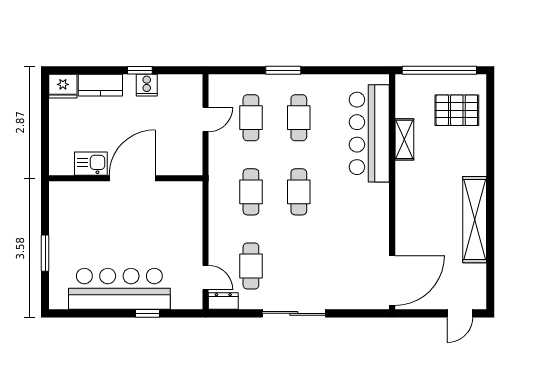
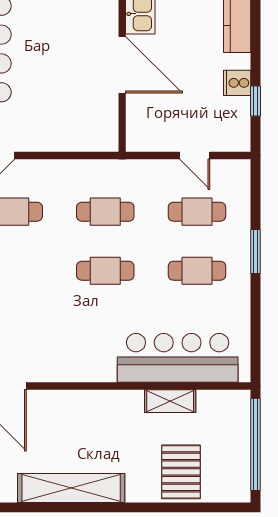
window: (140, 70) -> (255, 101), moved
pallet: (457, 110) -> (181, 472), moved

